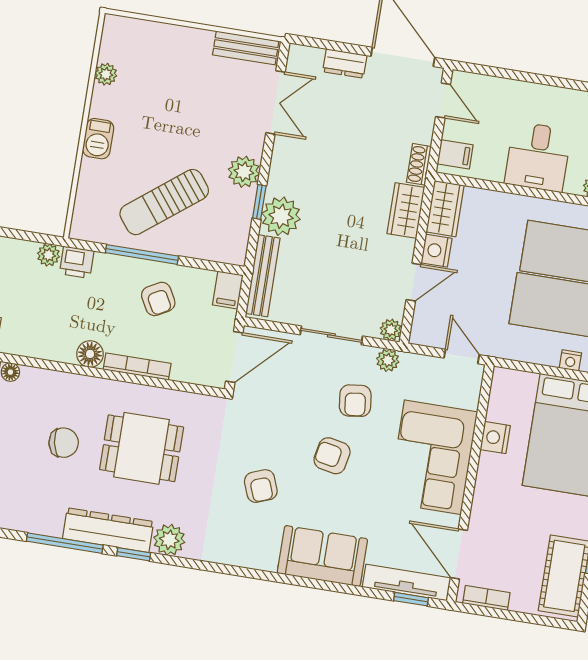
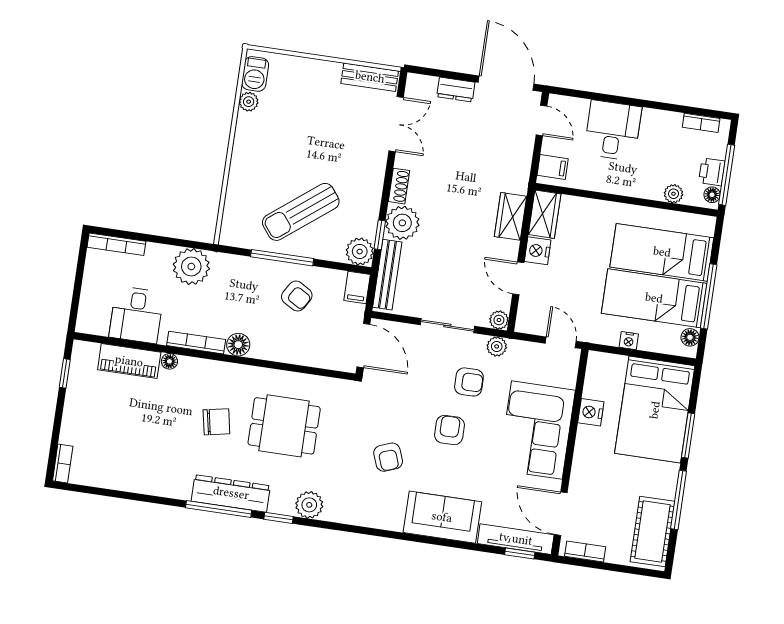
barbecue: (98, 139) -> (255, 74), moved
desk: (538, 157) -> (613, 130), moved, turned 180
shoe rack: (419, 164) -> (399, 186), moved, turned 180
plant: (244, 172) -> (360, 252), moved
window: (259, 202) -> (380, 235), moved
plant: (48, 255) -> (191, 267), width x1.87, depth x1.87
printer: (77, 262) -> (226, 265), removed
door: (414, 282) -> (518, 278), swing flipped
armchair: (158, 299) -> (297, 296), turned -30
door: (234, 357) -> (363, 346), hinge flipped
nightstand: (570, 360) -> (629, 341), moved
bookcase: (137, 366) -> (196, 343), moved
armchair: (355, 401) -> (469, 382), turned -83
armchair: (332, 456) -> (449, 430), turned 79
dresser: (108, 530) -> (231, 493), moved

